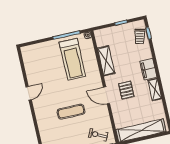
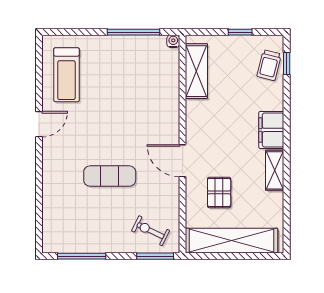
treadmill: (72, 59) -> (66, 75), moved, width x0.73, depth x0.73
shelving: (106, 61) -> (196, 71), moved
pallet: (126, 90) -> (219, 192), moved

